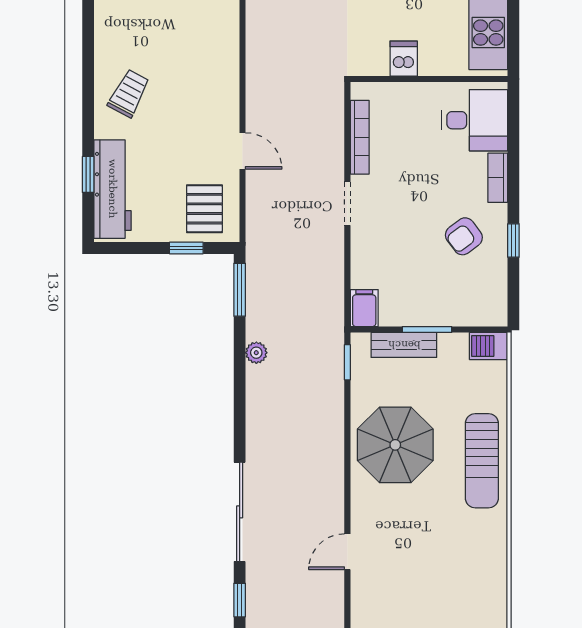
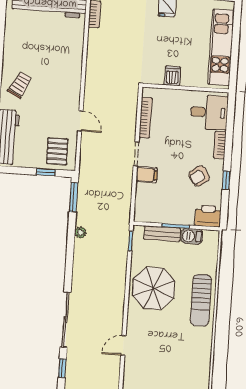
filing cabinet: (364, 308) -> (147, 175), moved, turned 90
printer: (485, 308) -> (208, 216), added
barbecue: (489, 346) -> (192, 236), moved

